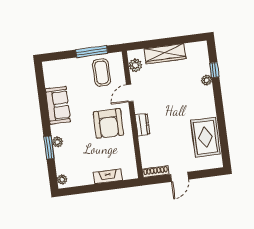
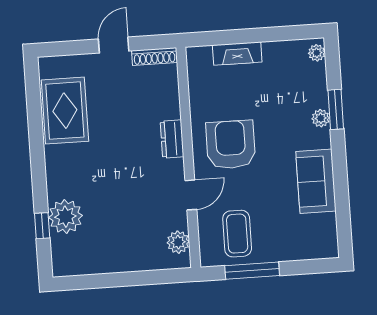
wardrobe: (165, 54) -> (126, 259), removed
plant: (207, 80) -> (65, 217), width x1.88, depth x1.88

